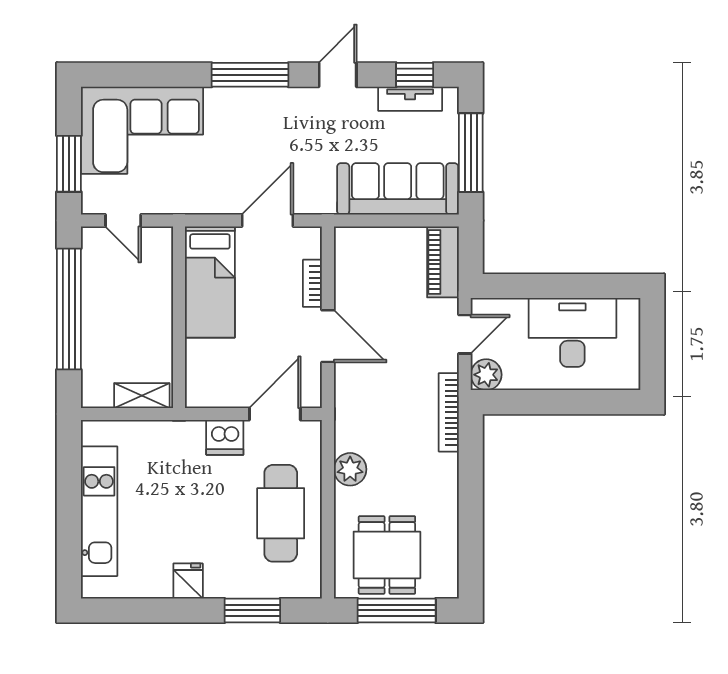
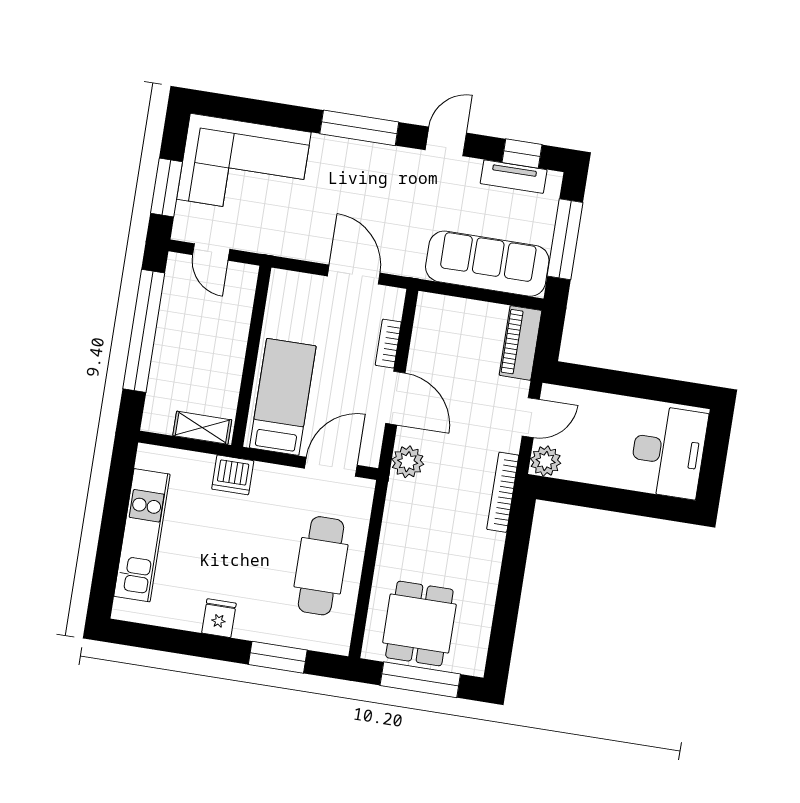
door: (267, 221) -> (354, 275), hinge flipped
bed: (210, 282) -> (283, 397), moved, turned 180
desk: (572, 332) -> (668, 452), moved, turned 90
dishwasher: (225, 437) -> (233, 475), moved
plant: (350, 469) -> (408, 462), moved

